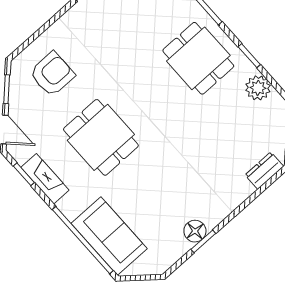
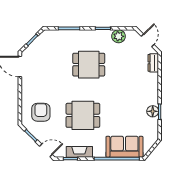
dining table: (198, 58) -> (89, 65), moved

